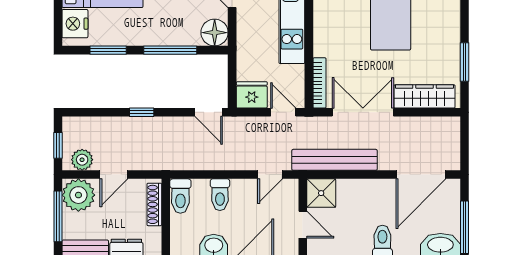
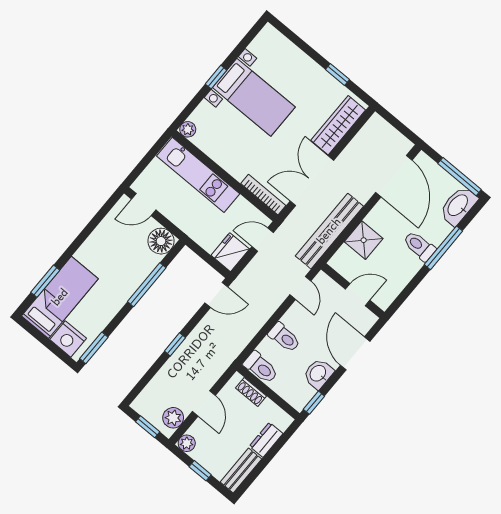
window: (108, 50) -> (94, 348), moved
window: (464, 62) -> (337, 74), width x0.67
shower: (321, 193) -> (364, 240), moved
plant: (78, 195) -> (187, 443), width x0.53, depth x0.53
shoe rack: (154, 204) -> (251, 392), width x0.70
window: (58, 216) -> (200, 471), width x0.46

